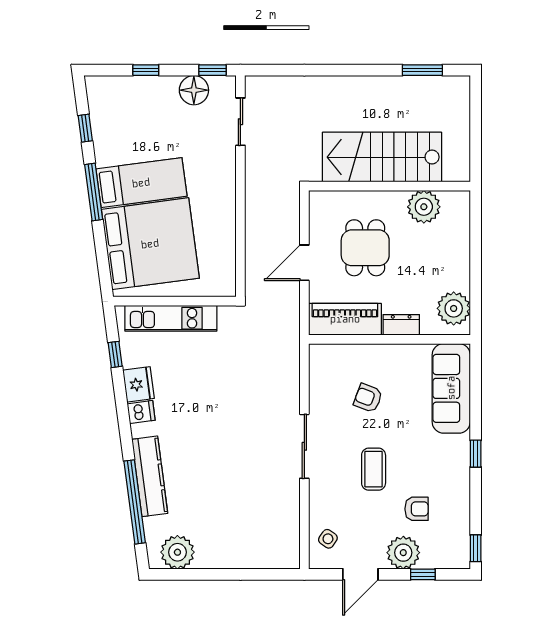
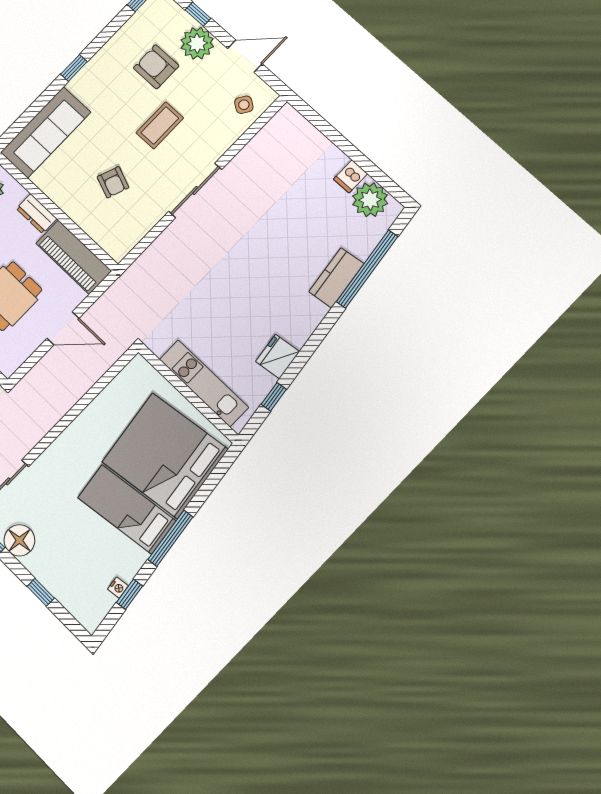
nightstand: (97, 125) -> (118, 588), added
dishwasher: (141, 412) -> (351, 176), moved, turned -82
kitchen counter: (150, 476) -> (336, 278), width x0.67
armchair: (417, 509) -> (156, 67), width x1.38, depth x1.38

